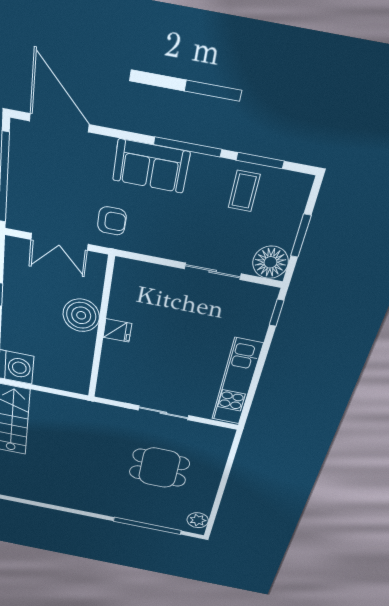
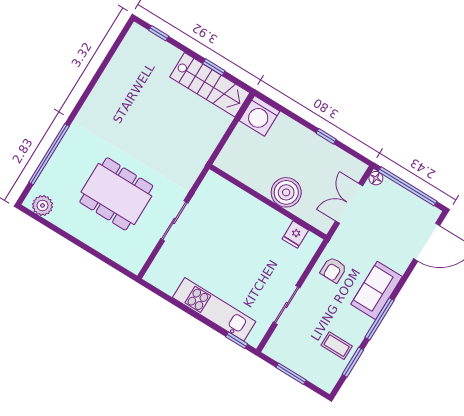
armchair: (112, 221) -> (333, 270), moved
floor lamp: (270, 262) -> (376, 178), moved, width x0.53, depth x0.53
fridge: (117, 330) -> (295, 235), moved
kitchen unit: (237, 382) -> (214, 309), moved
dining table: (159, 468) -> (116, 194), width x1.38

